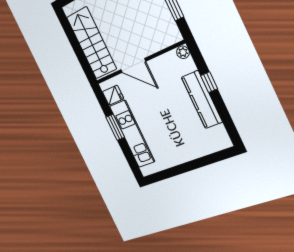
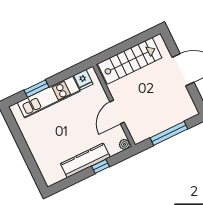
door: (133, 66) -> (117, 112), moved
window: (115, 127) -> (36, 89), moved

